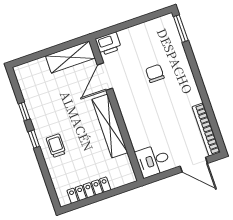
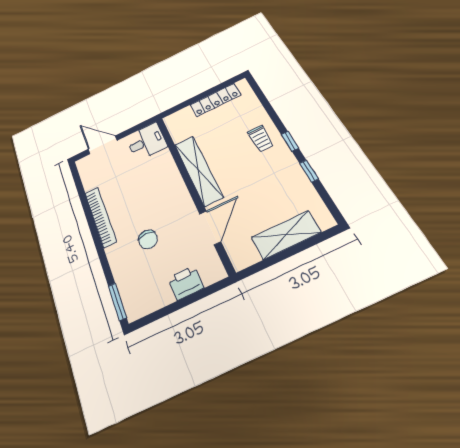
printer: (108, 44) -> (186, 283), moved
shelving: (70, 57) -> (286, 235), moved
bookcase: (206, 130) -> (101, 217), moved

